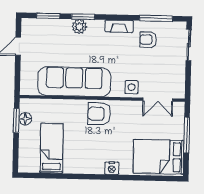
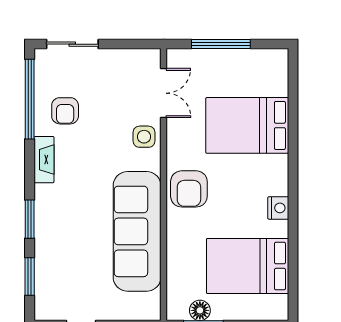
window: (156, 18) -> (30, 99), width x1.46
plant: (79, 27) -> (46, 225), removed
bed: (52, 148) -> (248, 266), width x1.50
bed: (158, 157) -> (247, 125), moved, turned 90
nightstand: (112, 168) -> (278, 208), moved

